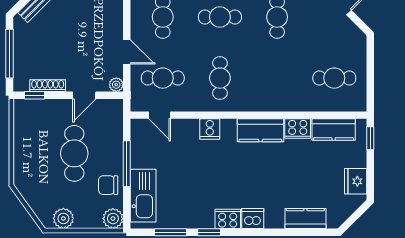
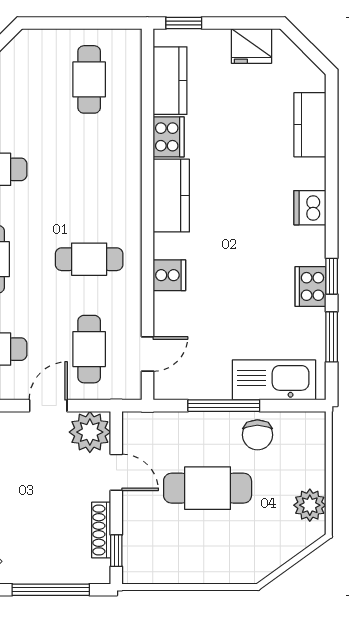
plant: (116, 85) -> (90, 432), width x1.88, depth x1.88
plant: (113, 219) -> (310, 427), removed
cooker: (228, 219) -> (311, 286), moved

